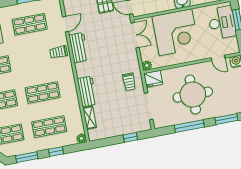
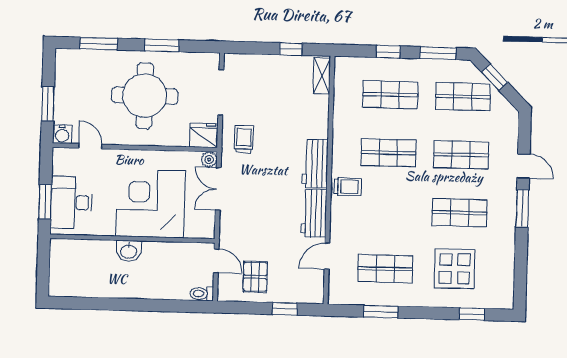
double door: (135, 35) -> (218, 189), moved
trolley: (59, 52) -> (348, 187), moved
workbench: (87, 91) -> (315, 164), moved
shelving: (90, 118) -> (322, 76), moved
window: (189, 126) -> (162, 45), width x0.69
window: (130, 137) -> (291, 49), moved
plant: (81, 138) -> (342, 64), removed

